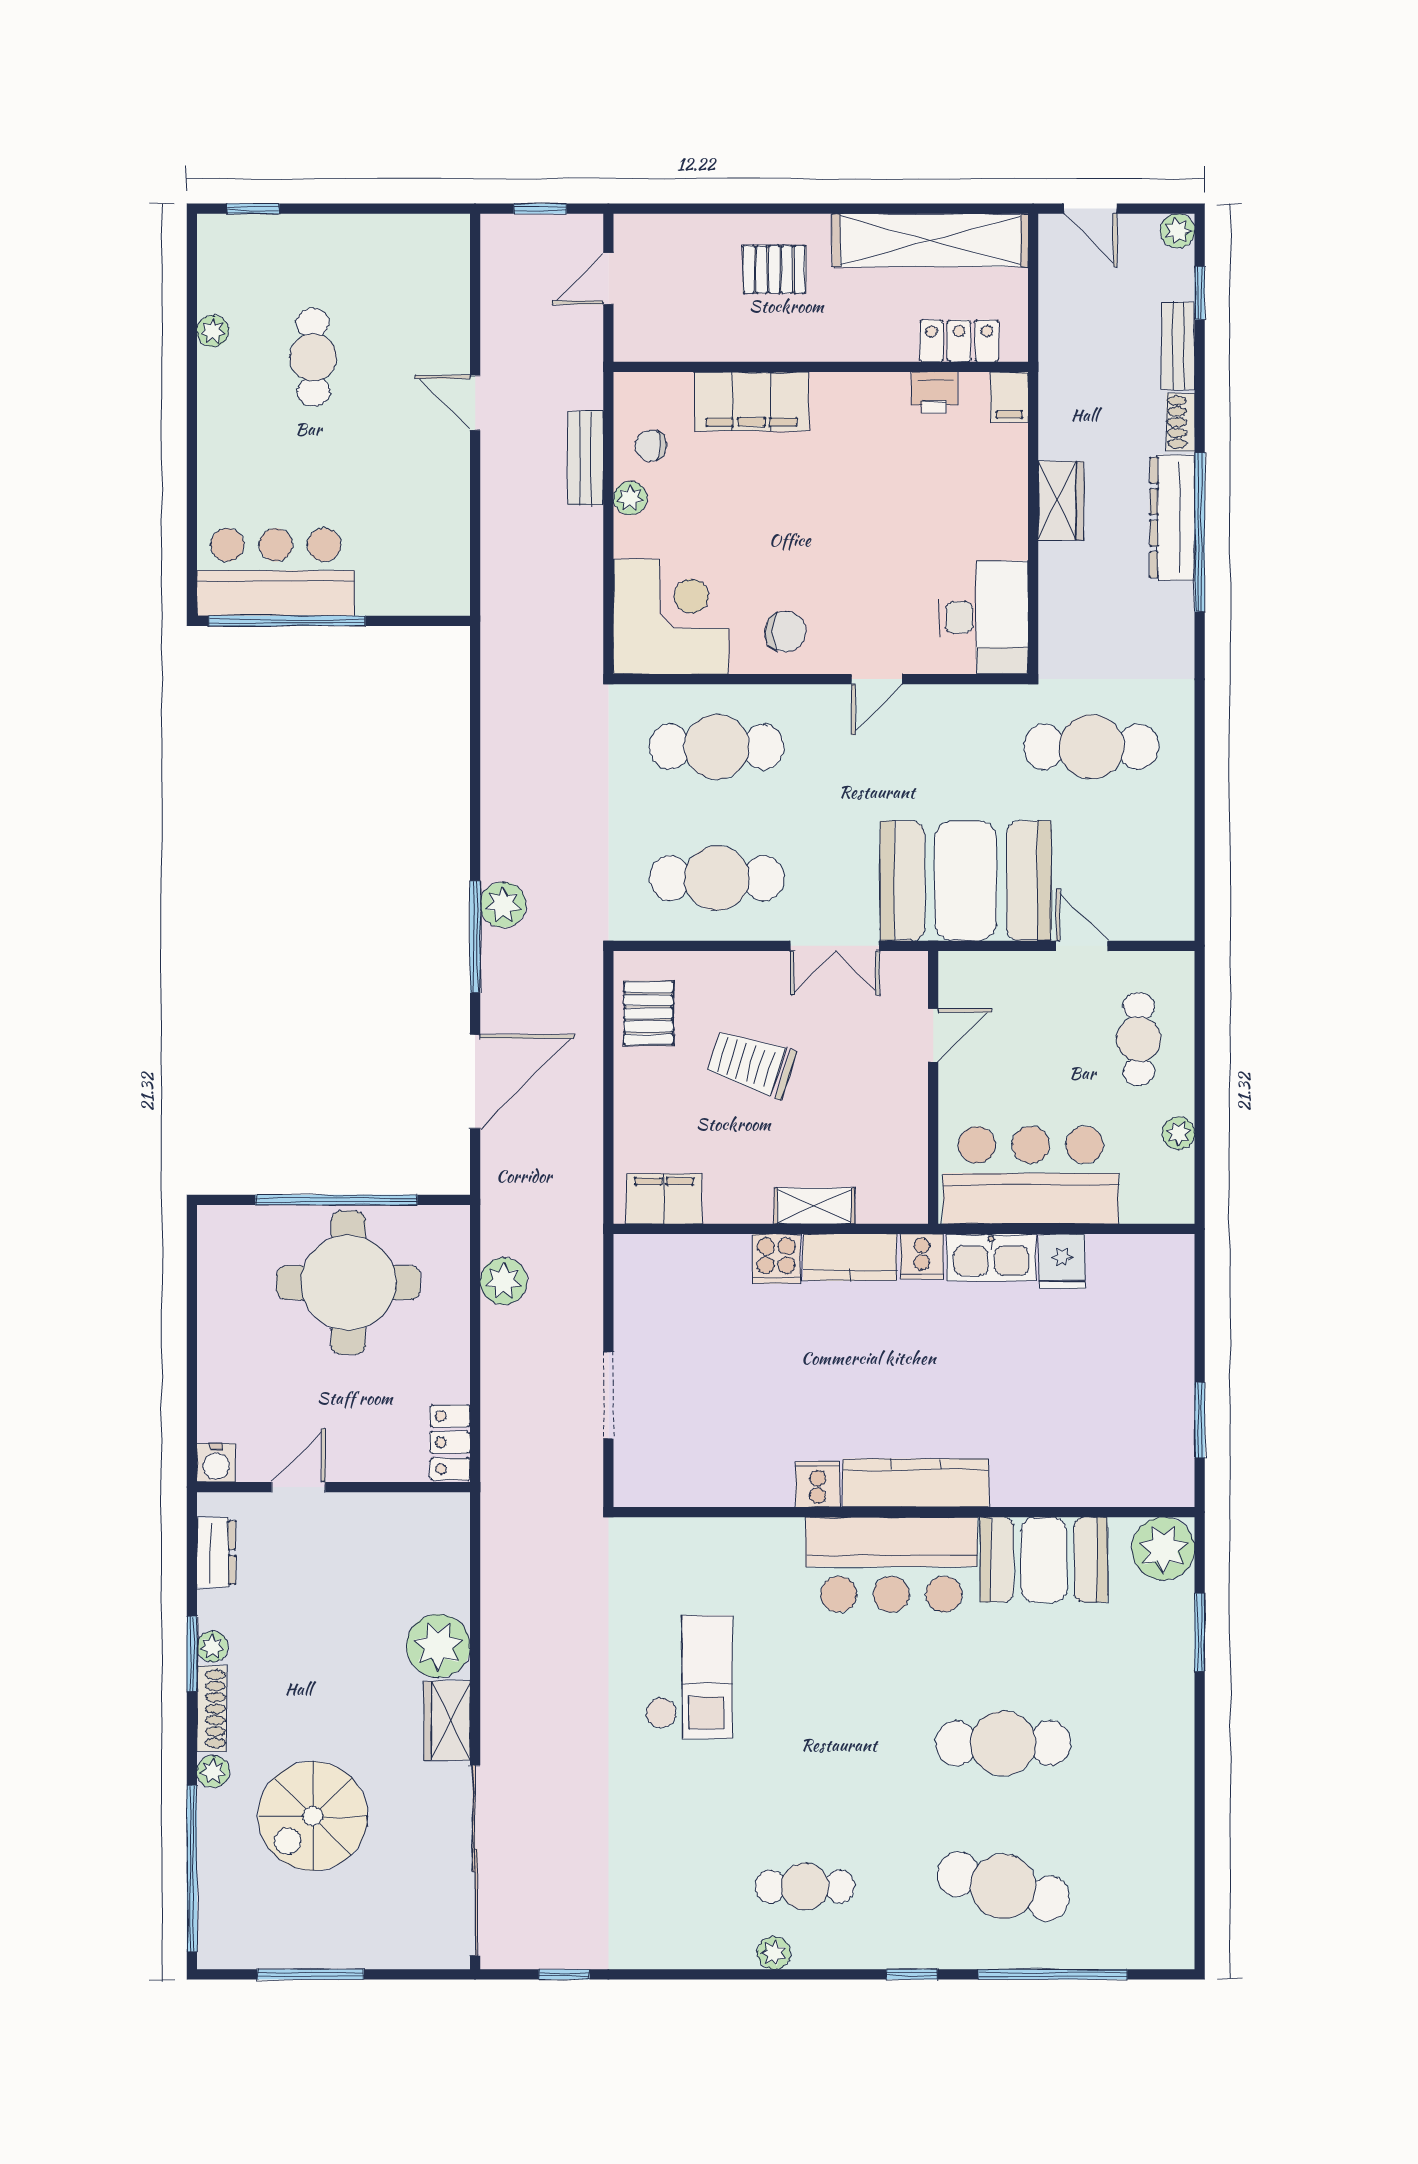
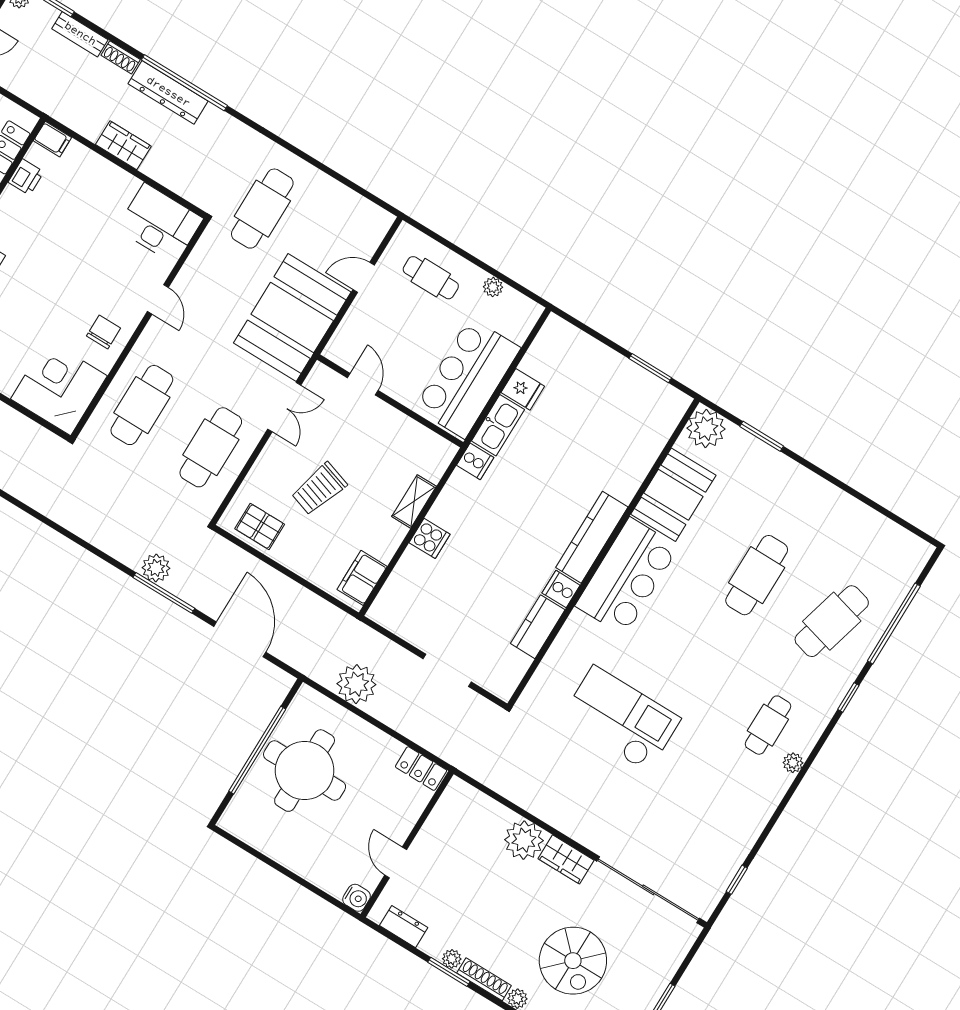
kitchen counter: (850, 1257) -> (538, 627), moved, turned 180
plant: (504, 1281) -> (356, 684), width x1.36, depth x1.36
checkout: (689, 1677) -> (621, 719), width x1.36, depth x1.21

